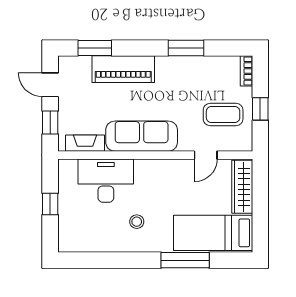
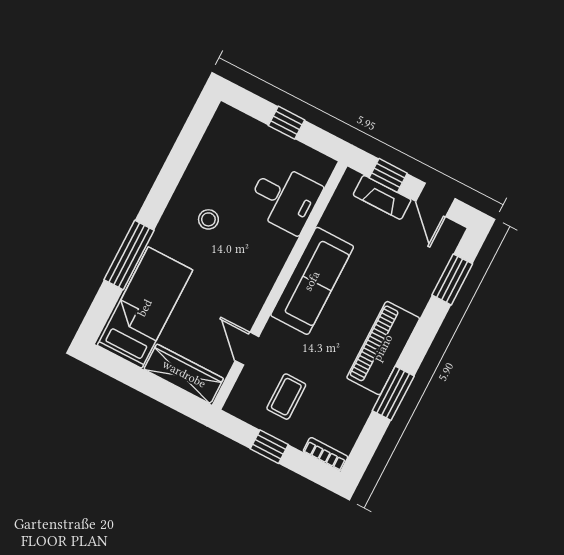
piano: (123, 69) -> (383, 348), moved
door: (50, 85) -> (435, 200), swing flipped
coffee table: (223, 115) -> (286, 397), width x0.73, depth x0.77
fireplace: (85, 143) -> (382, 197), moved, turned 90
desk: (106, 181) -> (284, 198), width x0.73

